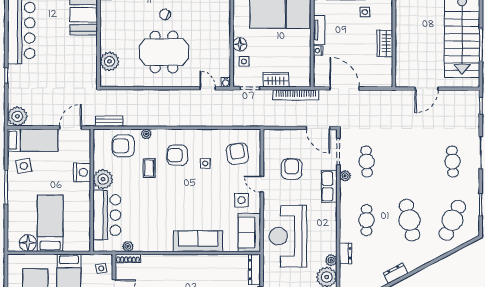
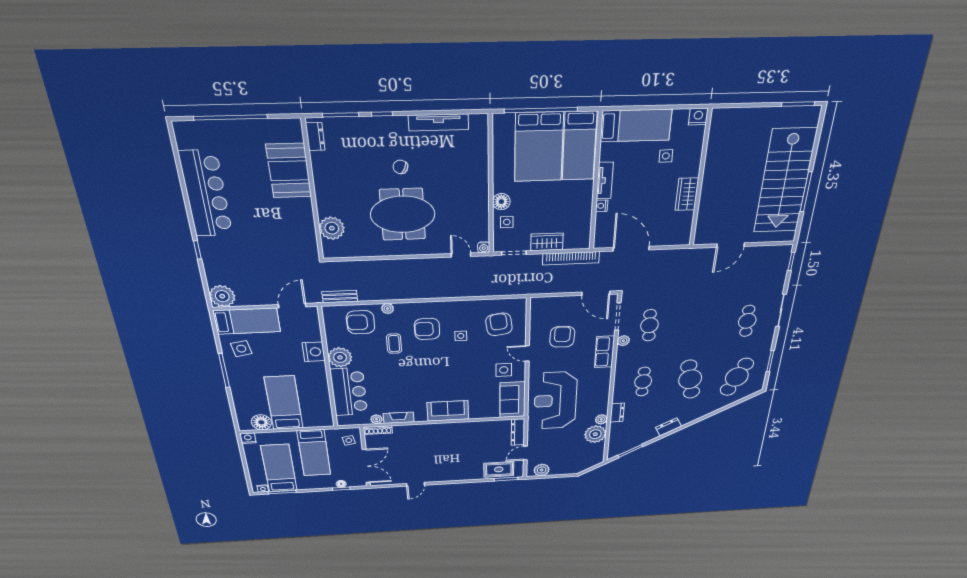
sofa: (198, 241) -> (448, 411), width x0.73
fireplace: (147, 246) -> (399, 418), added
nightstand: (14, 260) -> (248, 438), added

